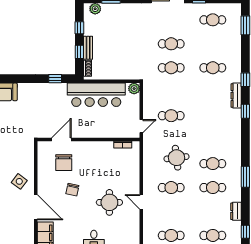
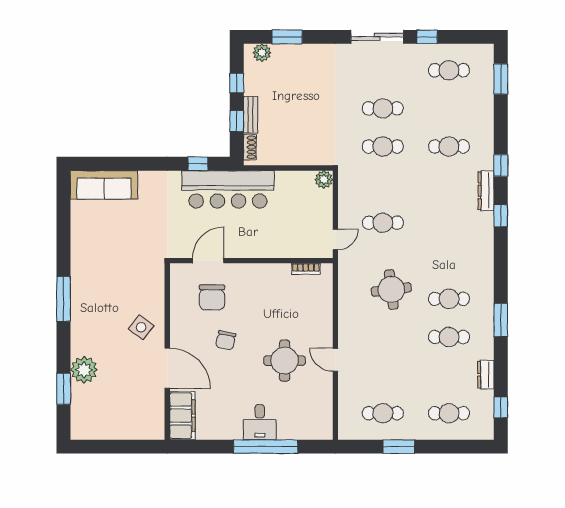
bar counter: (96, 95) -> (228, 189), moved
cafe table: (171, 188) -> (383, 337), removed

